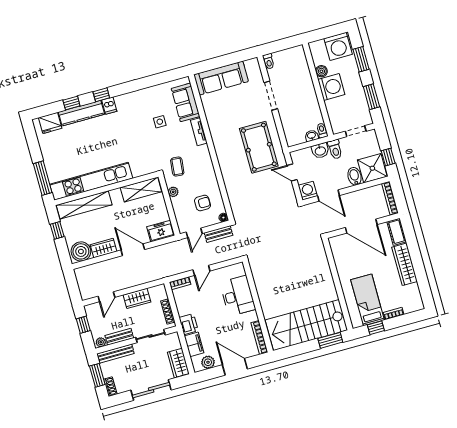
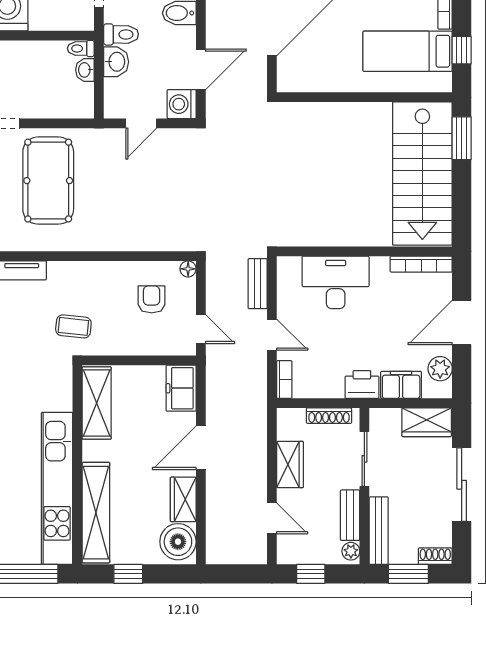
pool table: (259, 147) -> (48, 181), moved, turned 90
plant: (173, 192) -> (117, 346), removed
bench: (219, 234) -> (258, 284), moved

